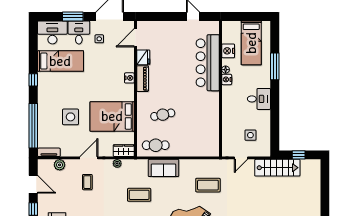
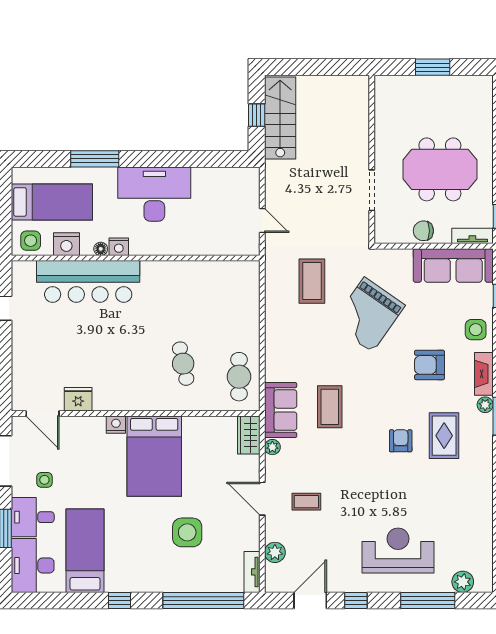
piano: (143, 79) -> (117, 401), removed
desk: (259, 99) -> (154, 194), width x1.87, depth x1.30
bed: (112, 116) -> (154, 456), moved
side table: (250, 135) -> (31, 241), moved
sofa: (163, 168) -> (281, 410), moved
stairs: (277, 168) -> (280, 118), moved

